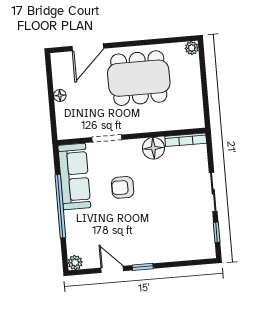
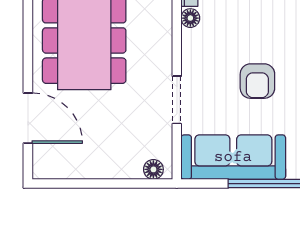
floor lamp: (60, 95) -> (153, 169), moved
floor lamp: (153, 148) -> (190, 18), width x0.53, depth x0.53

